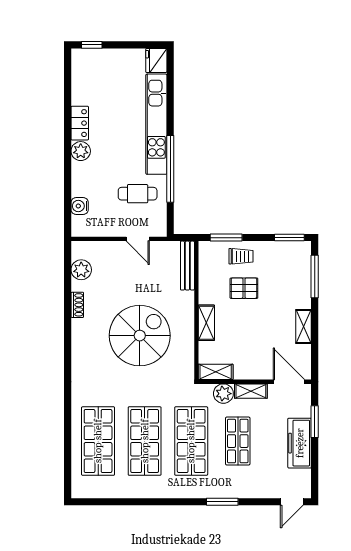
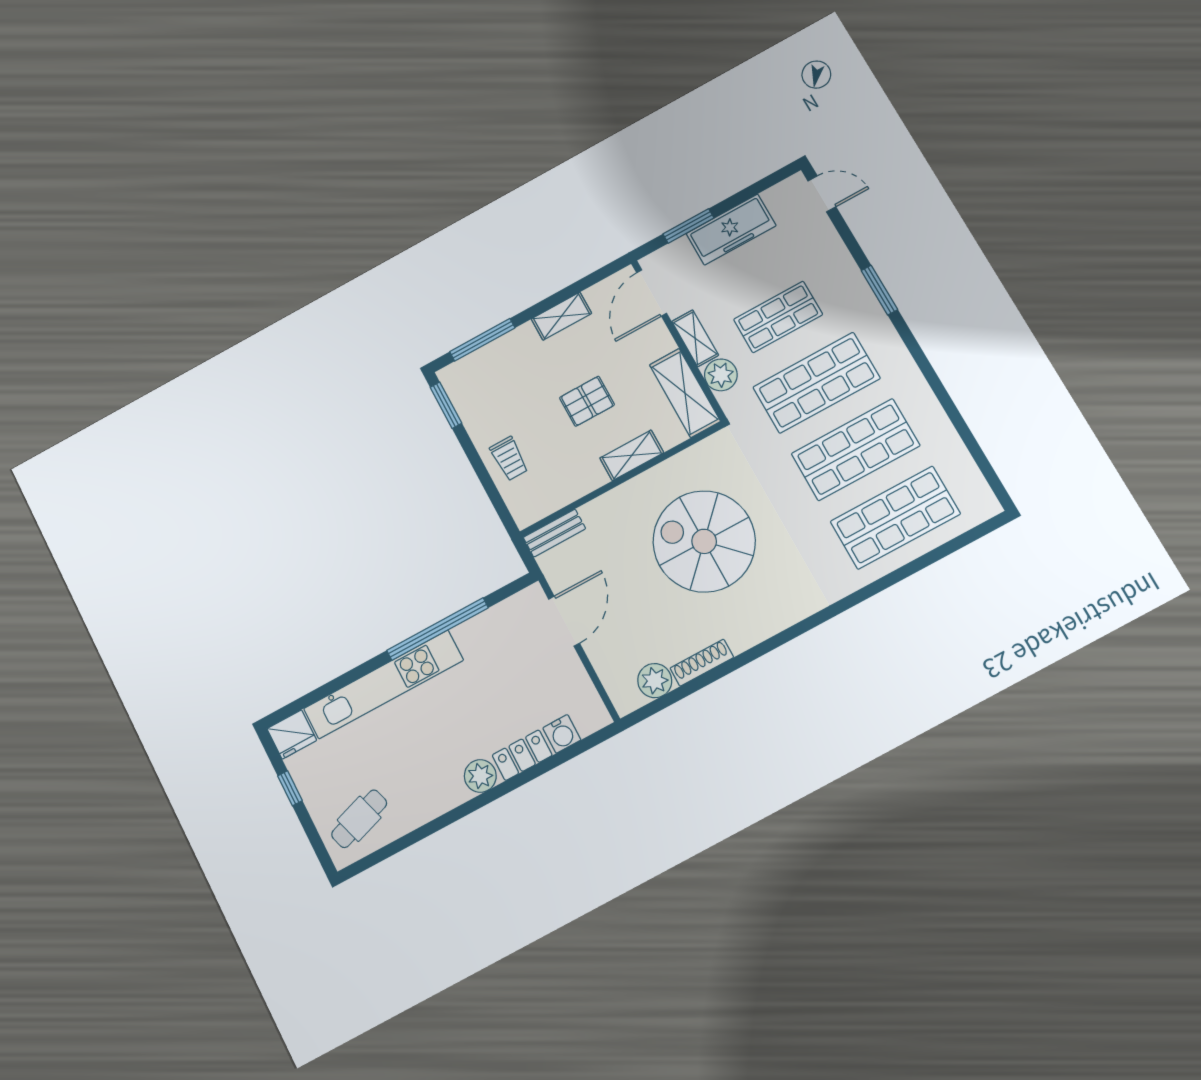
window: (92, 45) -> (290, 788), moved
locker: (80, 123) -> (522, 755), moved
cafe table: (138, 194) -> (359, 819), moved, turned 72
window: (226, 238) -> (494, 494), removed
door: (138, 239) -> (564, 621), width x1.38
trolley: (241, 256) -> (509, 459), turned 180
bench: (187, 266) -> (554, 533), width x0.73
pallet: (244, 288) -> (587, 401), moved, turned 90
shoe rack: (77, 305) -> (702, 663), width x1.43
shelving: (216, 372) -> (685, 393), width x1.50, depth x1.33

